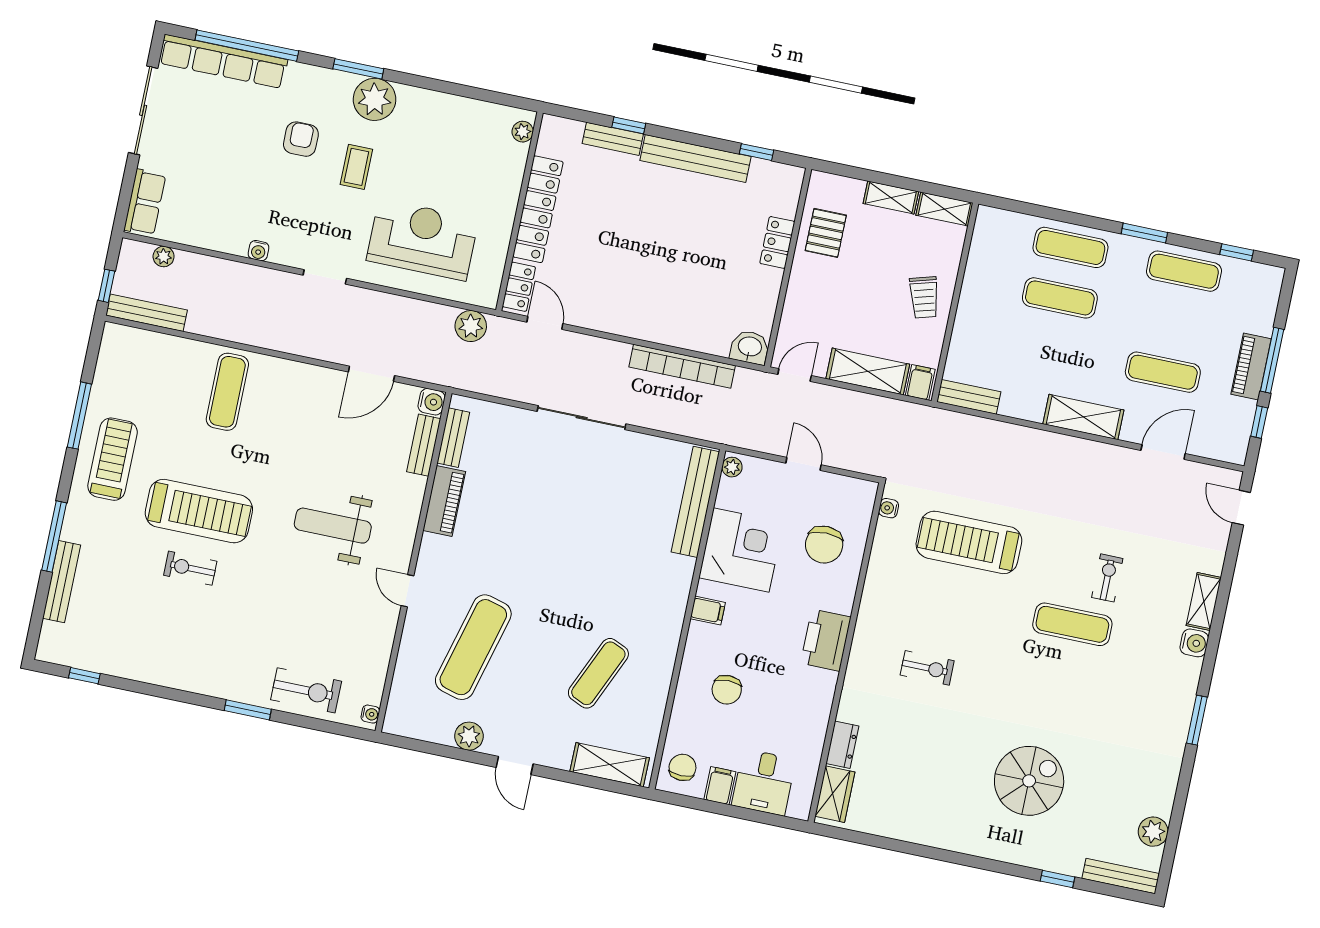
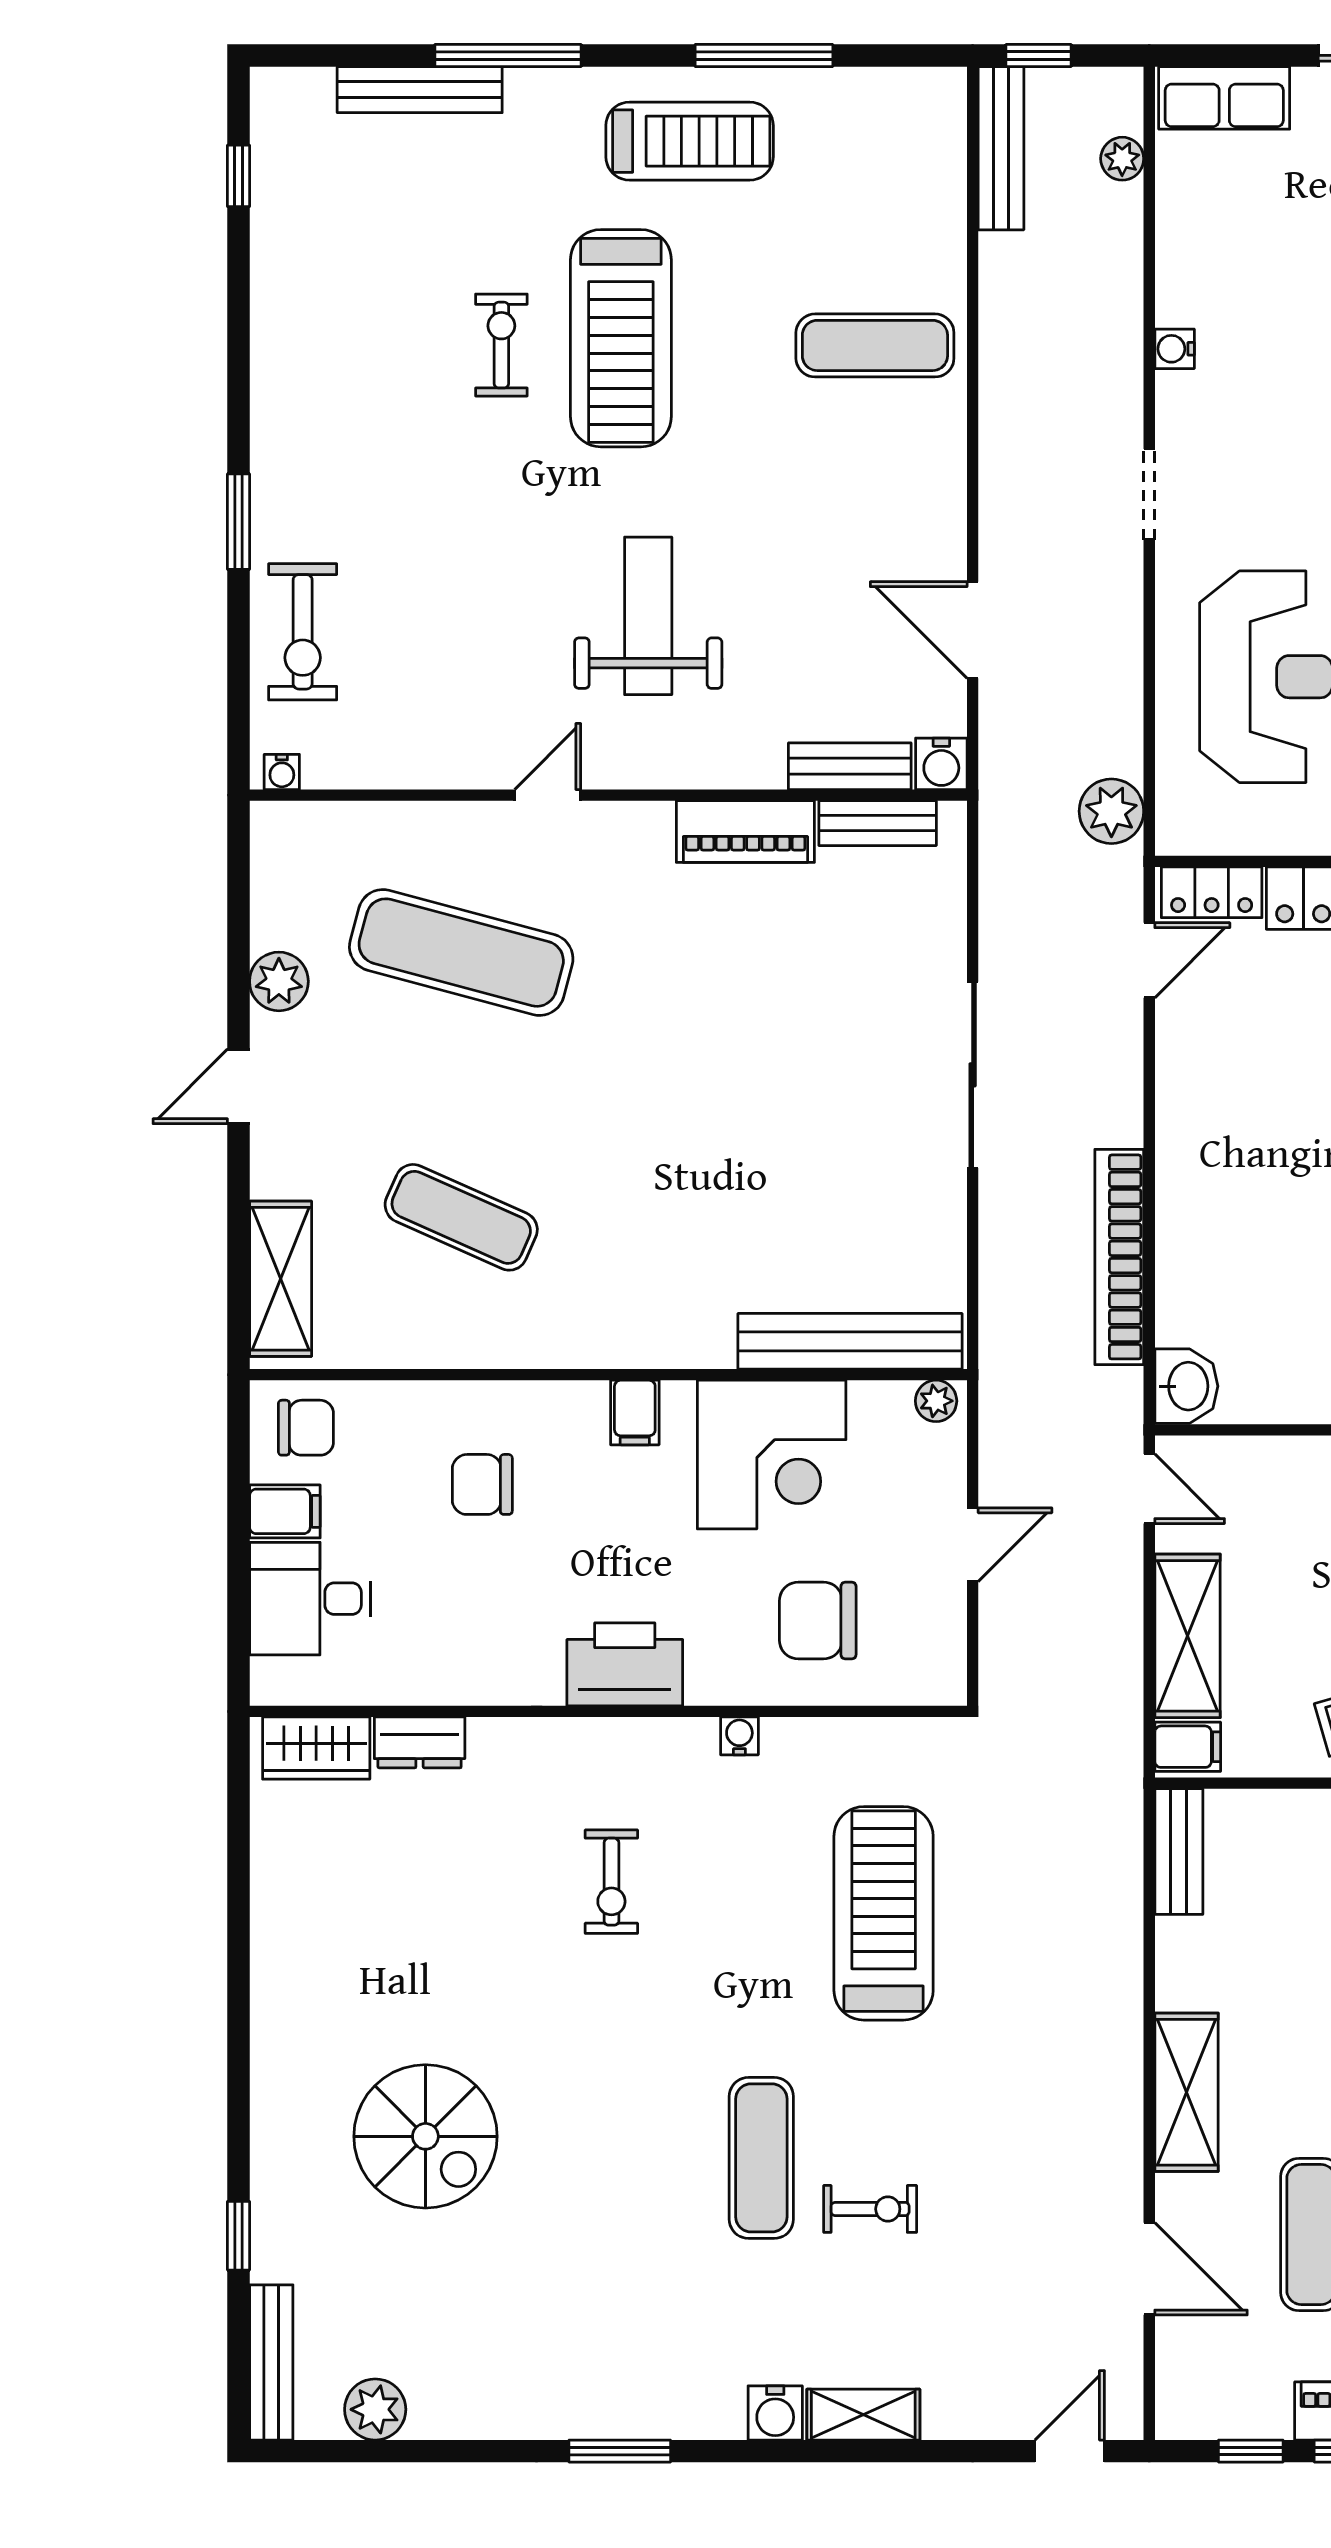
water cooler: (889, 508) -> (739, 1736), moved

